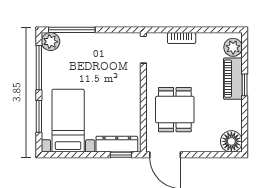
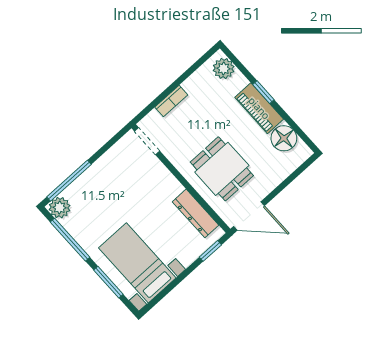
piano: (233, 79) -> (259, 108), moved
floor lamp: (231, 141) -> (284, 138), moved
dresser: (117, 144) -> (196, 213), moved, turned -90

